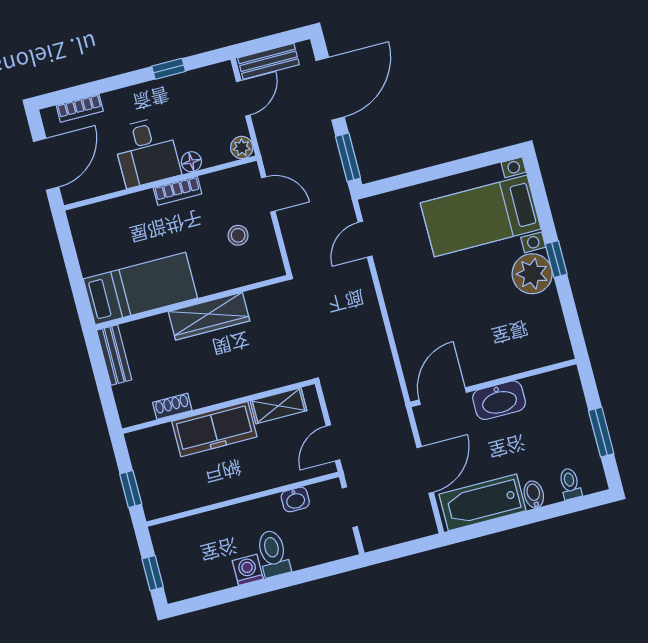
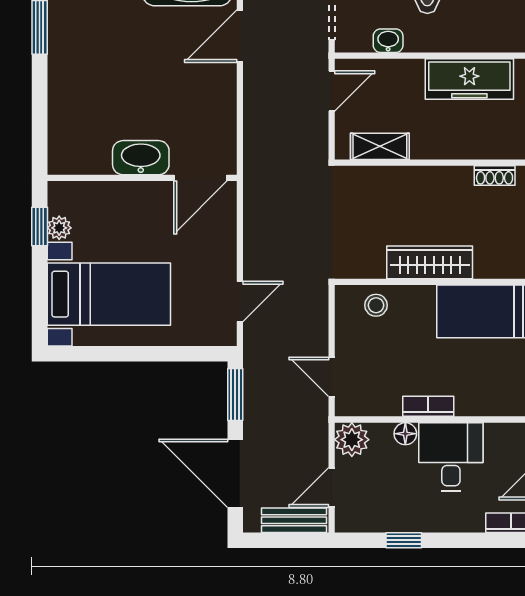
door: (330, 89) -> (235, 473), hinge flipped
plant: (242, 147) -> (352, 440), width x1.38, depth x1.38
stool: (238, 235) -> (376, 305), moved
plant: (532, 274) -> (59, 228), width x0.53, depth x0.53
wall: (493, 383) -> (142, 178), moved
door: (443, 396) -> (200, 178), moved
washbasin: (499, 400) -> (141, 158), moved
freezer: (214, 429) -> (469, 79), moved, turned 180

